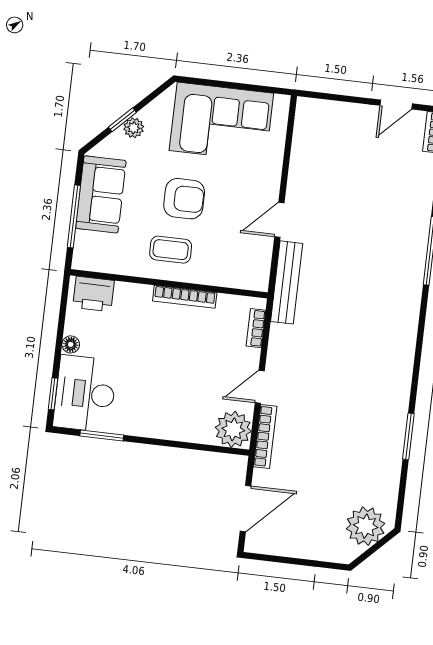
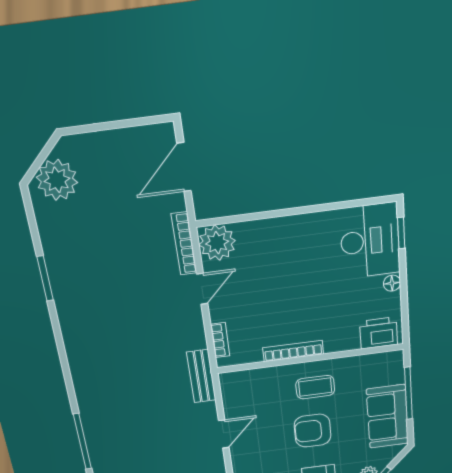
bench: (287, 282) -> (201, 376), width x0.73
window: (102, 435) -> (346, 205), removed

